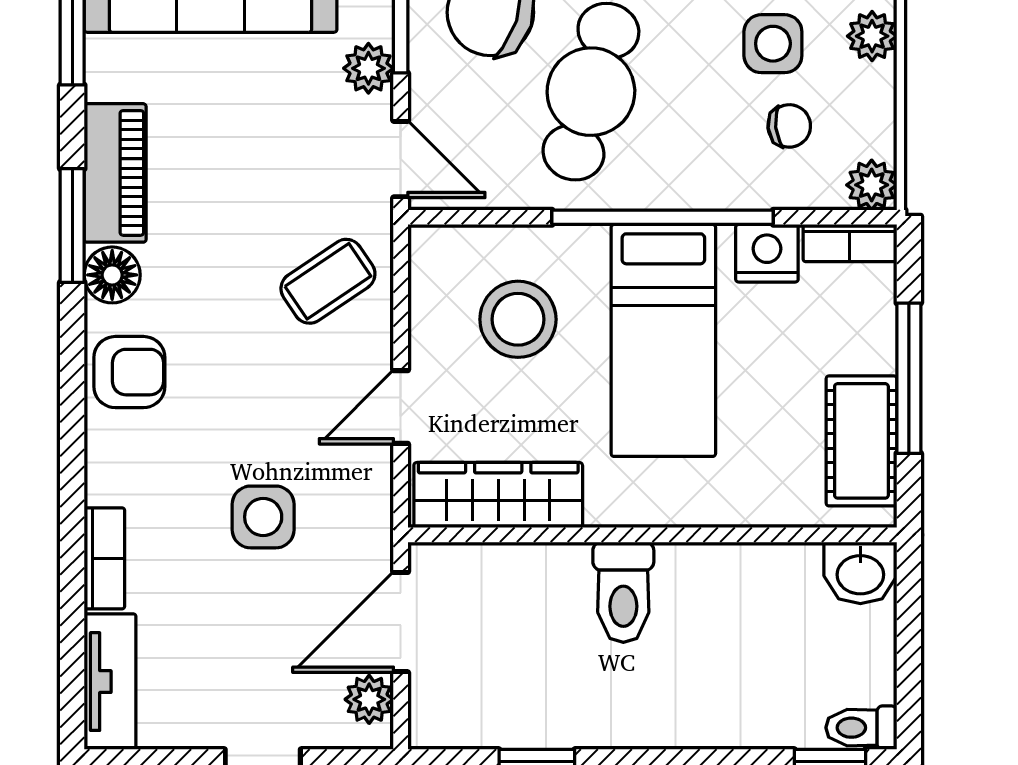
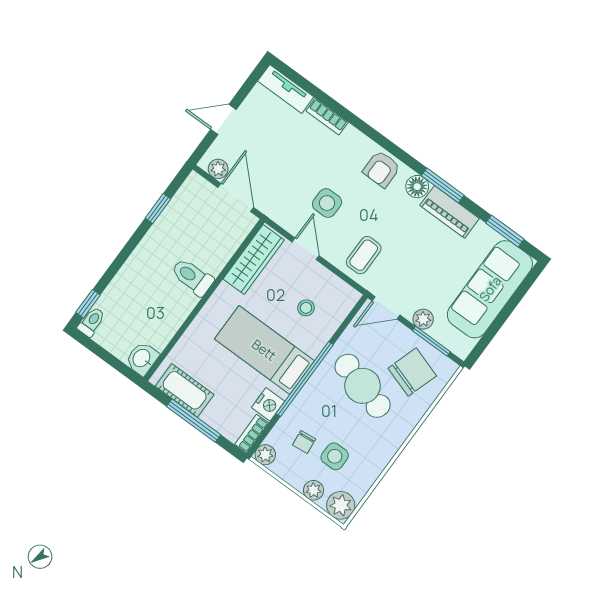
coffee table: (328, 281) -> (364, 255), turned 34
stool: (518, 319) -> (306, 308), width x0.53, depth x0.53
side table: (263, 517) -> (327, 203), moved

